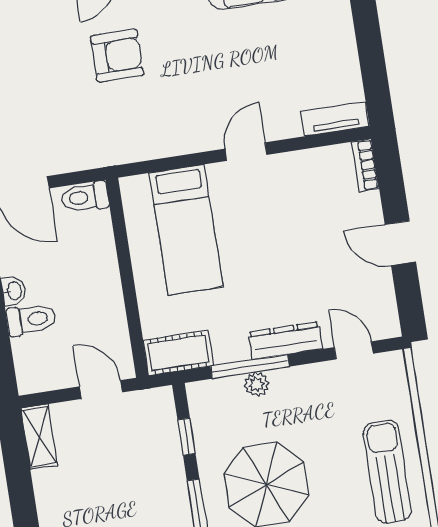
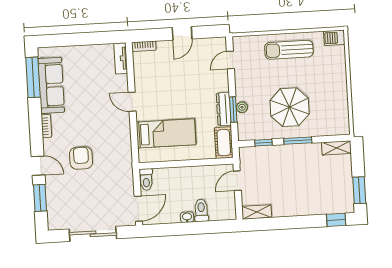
dresser: (285, 341) -> (224, 109), moved
window: (250, 366) -> (233, 110), width x0.69

